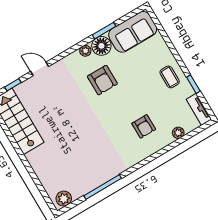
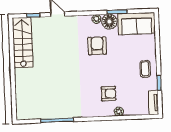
armchair: (102, 80) -> (97, 46), turned 180
armchair: (144, 126) -> (109, 94), turned -90
plant: (178, 133) -> (119, 112), moved
plant: (64, 199) -> (26, 114), removed

